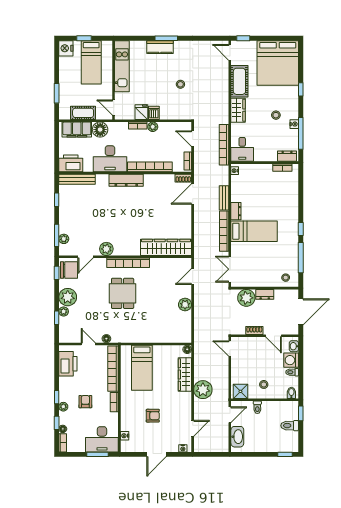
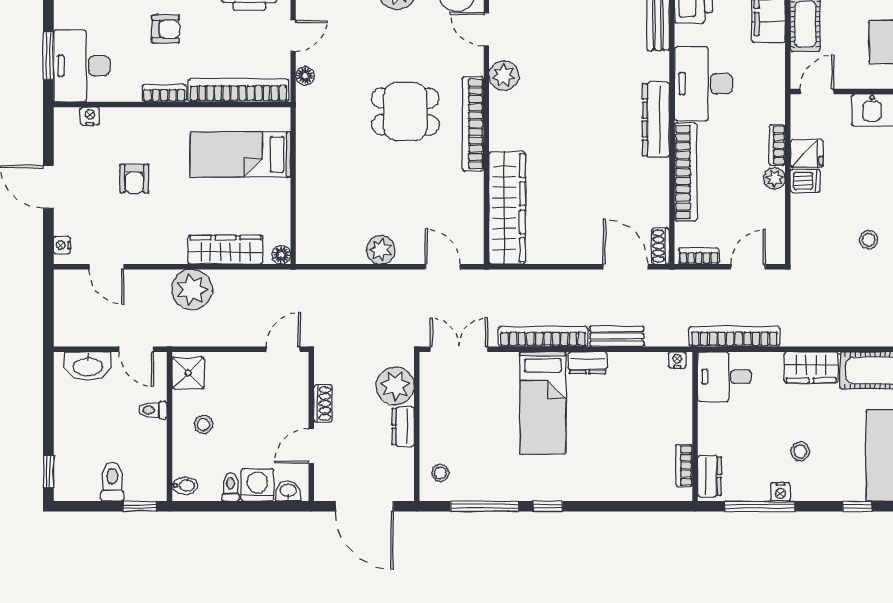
floor lamp: (100, 130) -> (768, 62), removed

